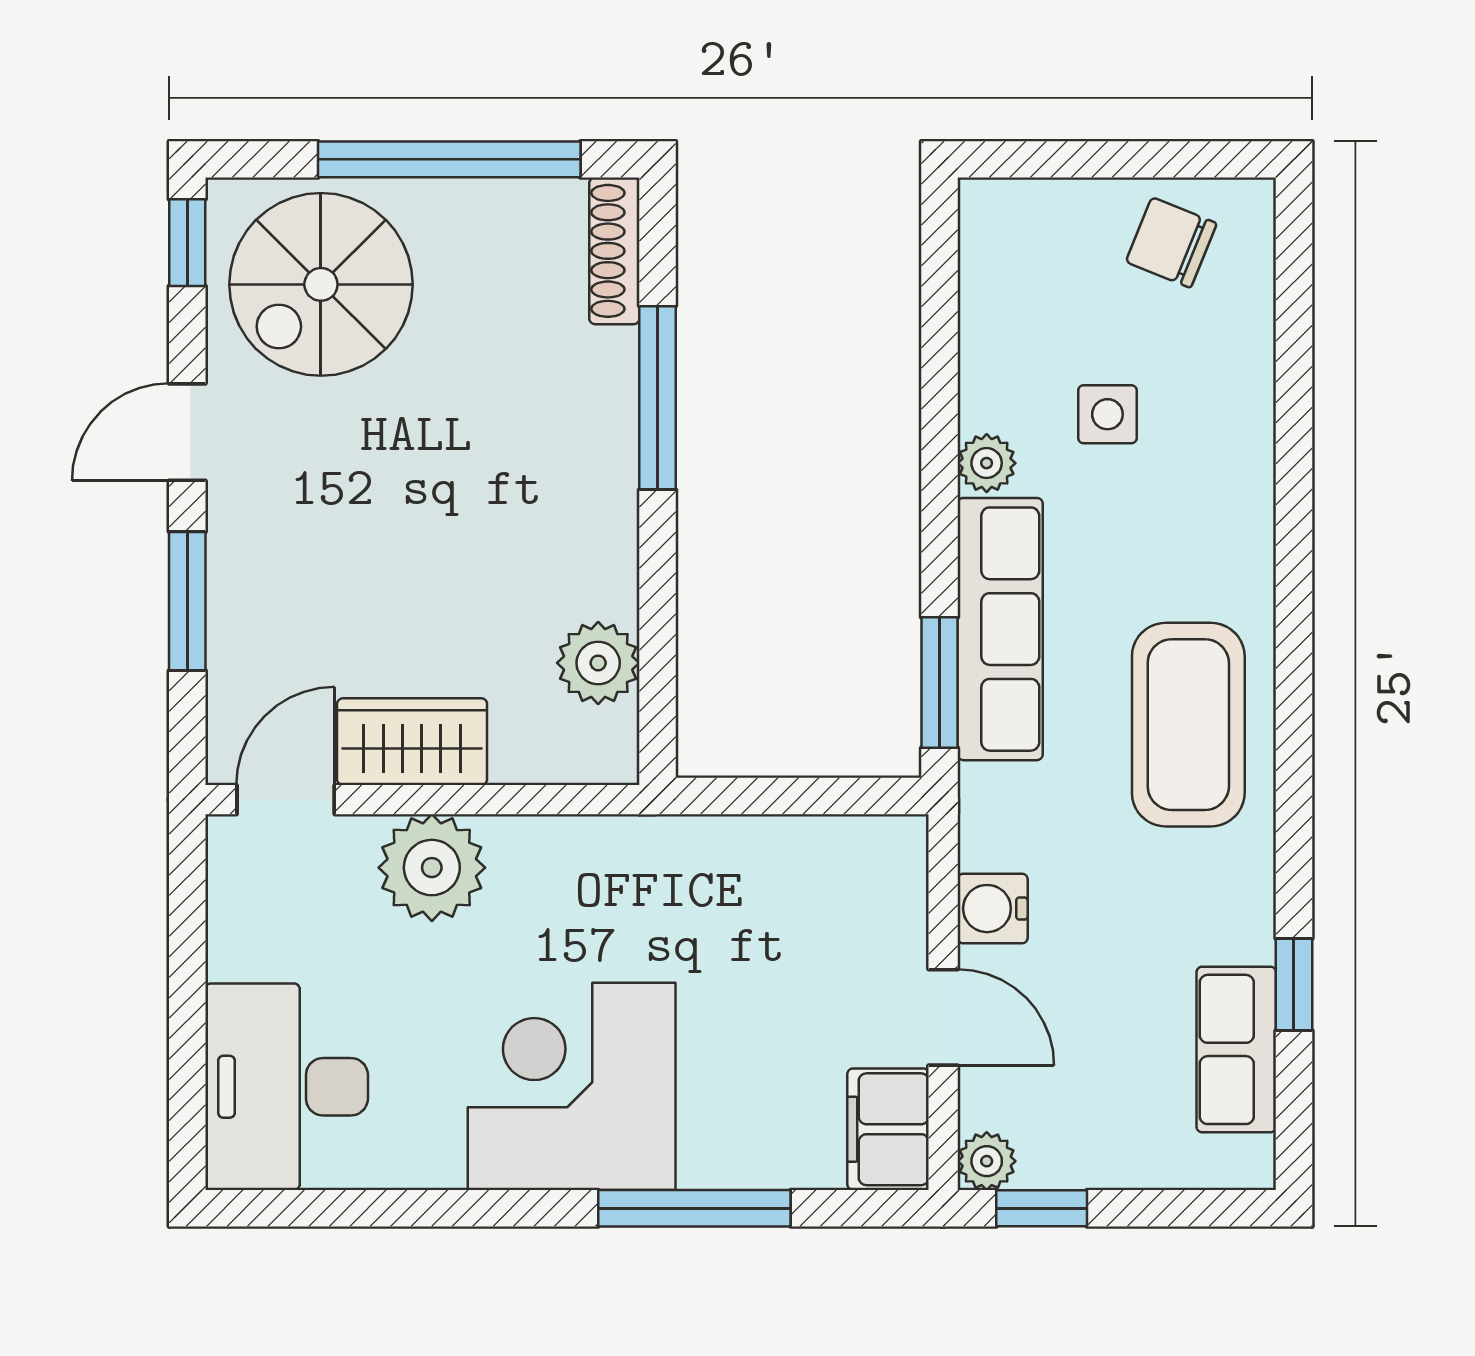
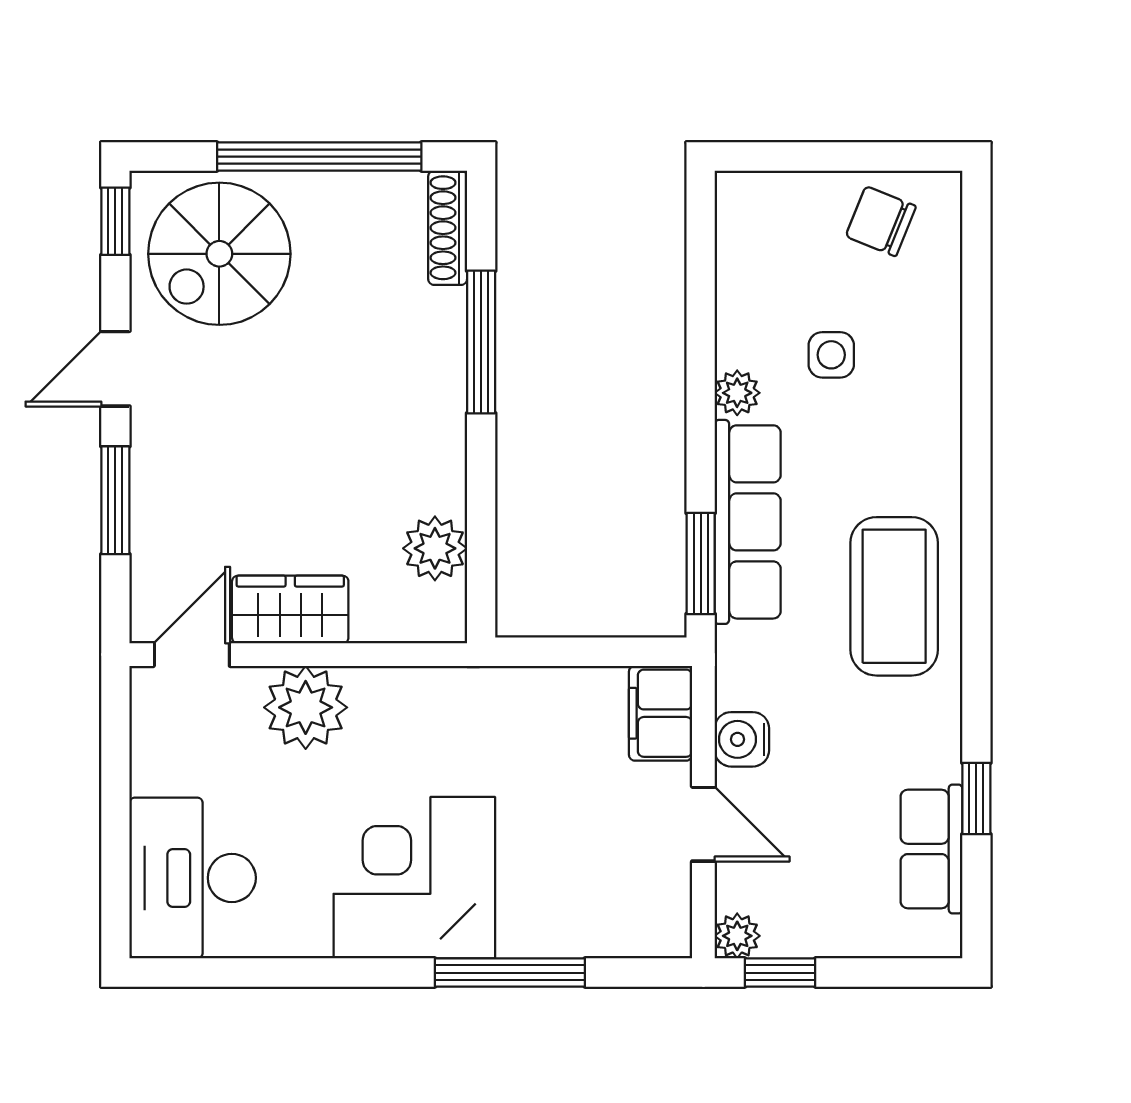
filing cabinet: (888, 1129) -> (661, 713), moved

